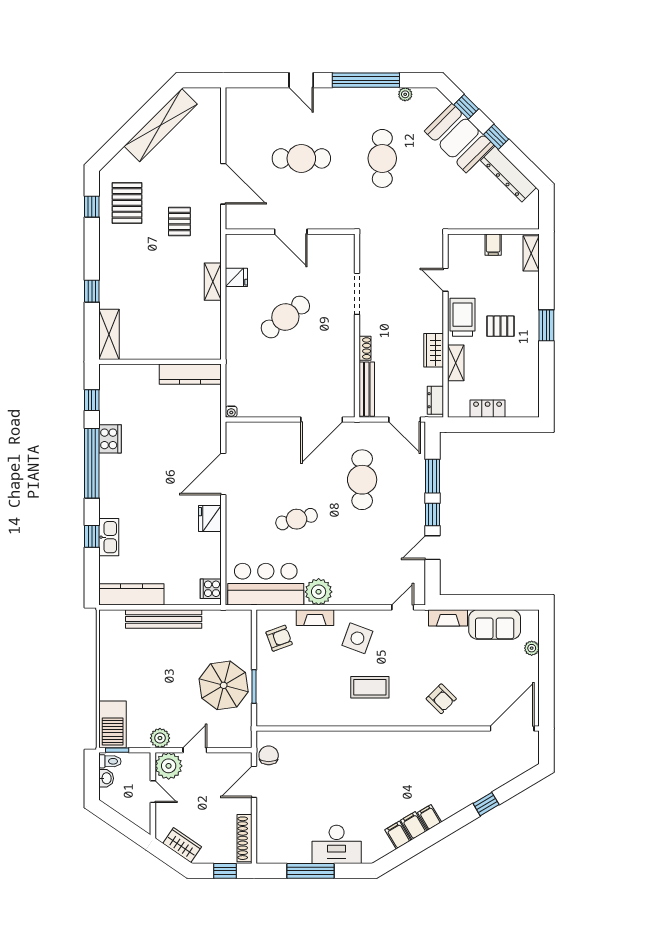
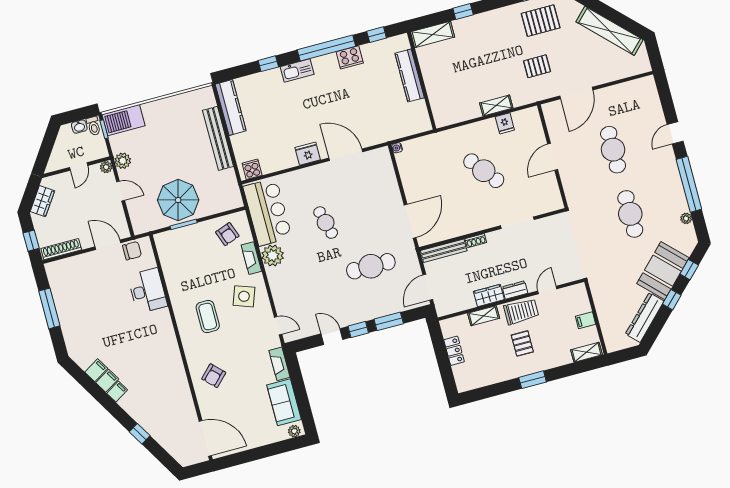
cafe table: (382, 158) -> (630, 214), turned 90
kitchen counter: (190, 374) -> (410, 76), moved
dresser: (435, 400) -> (515, 290), moved
door: (322, 419) -> (410, 221), swing flipped
kitchen sink: (109, 537) -> (297, 70), moved
plant: (532, 648) -> (294, 431), moved
plant: (169, 766) -> (106, 167), width x0.53, depth x0.53
desk: (337, 844) -> (147, 291), moved, turned 180

